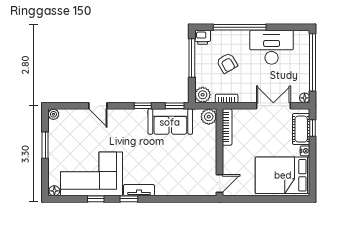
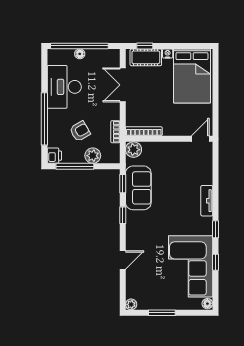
plant: (203, 95) -> (93, 156), moved
floor lamp: (305, 98) -> (80, 54), moved
door: (220, 184) -> (200, 139), hinge flipped
tv unit: (139, 190) -> (207, 201), moved

